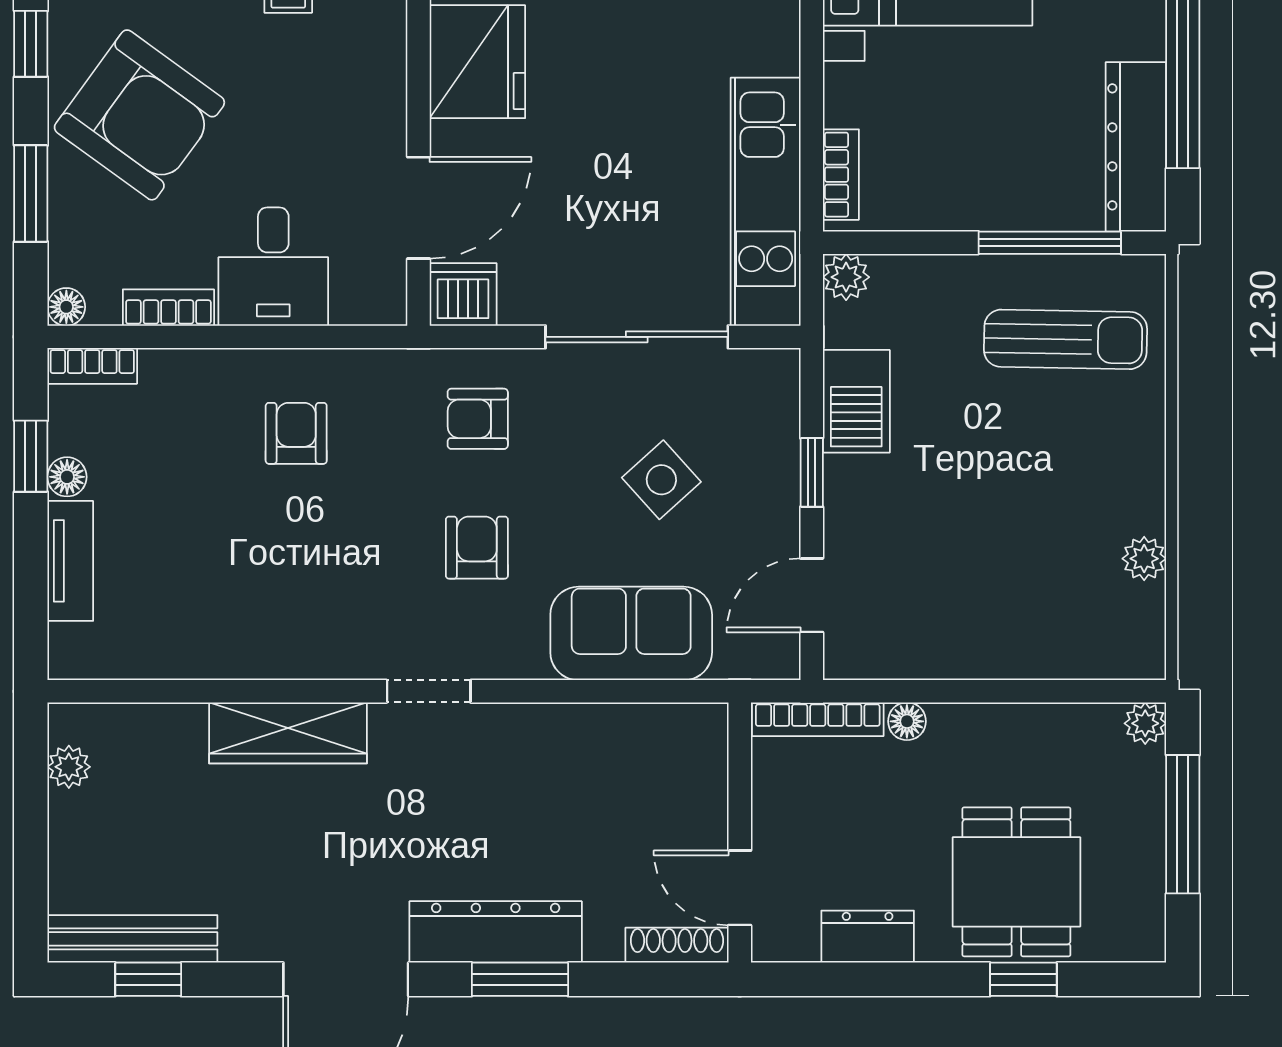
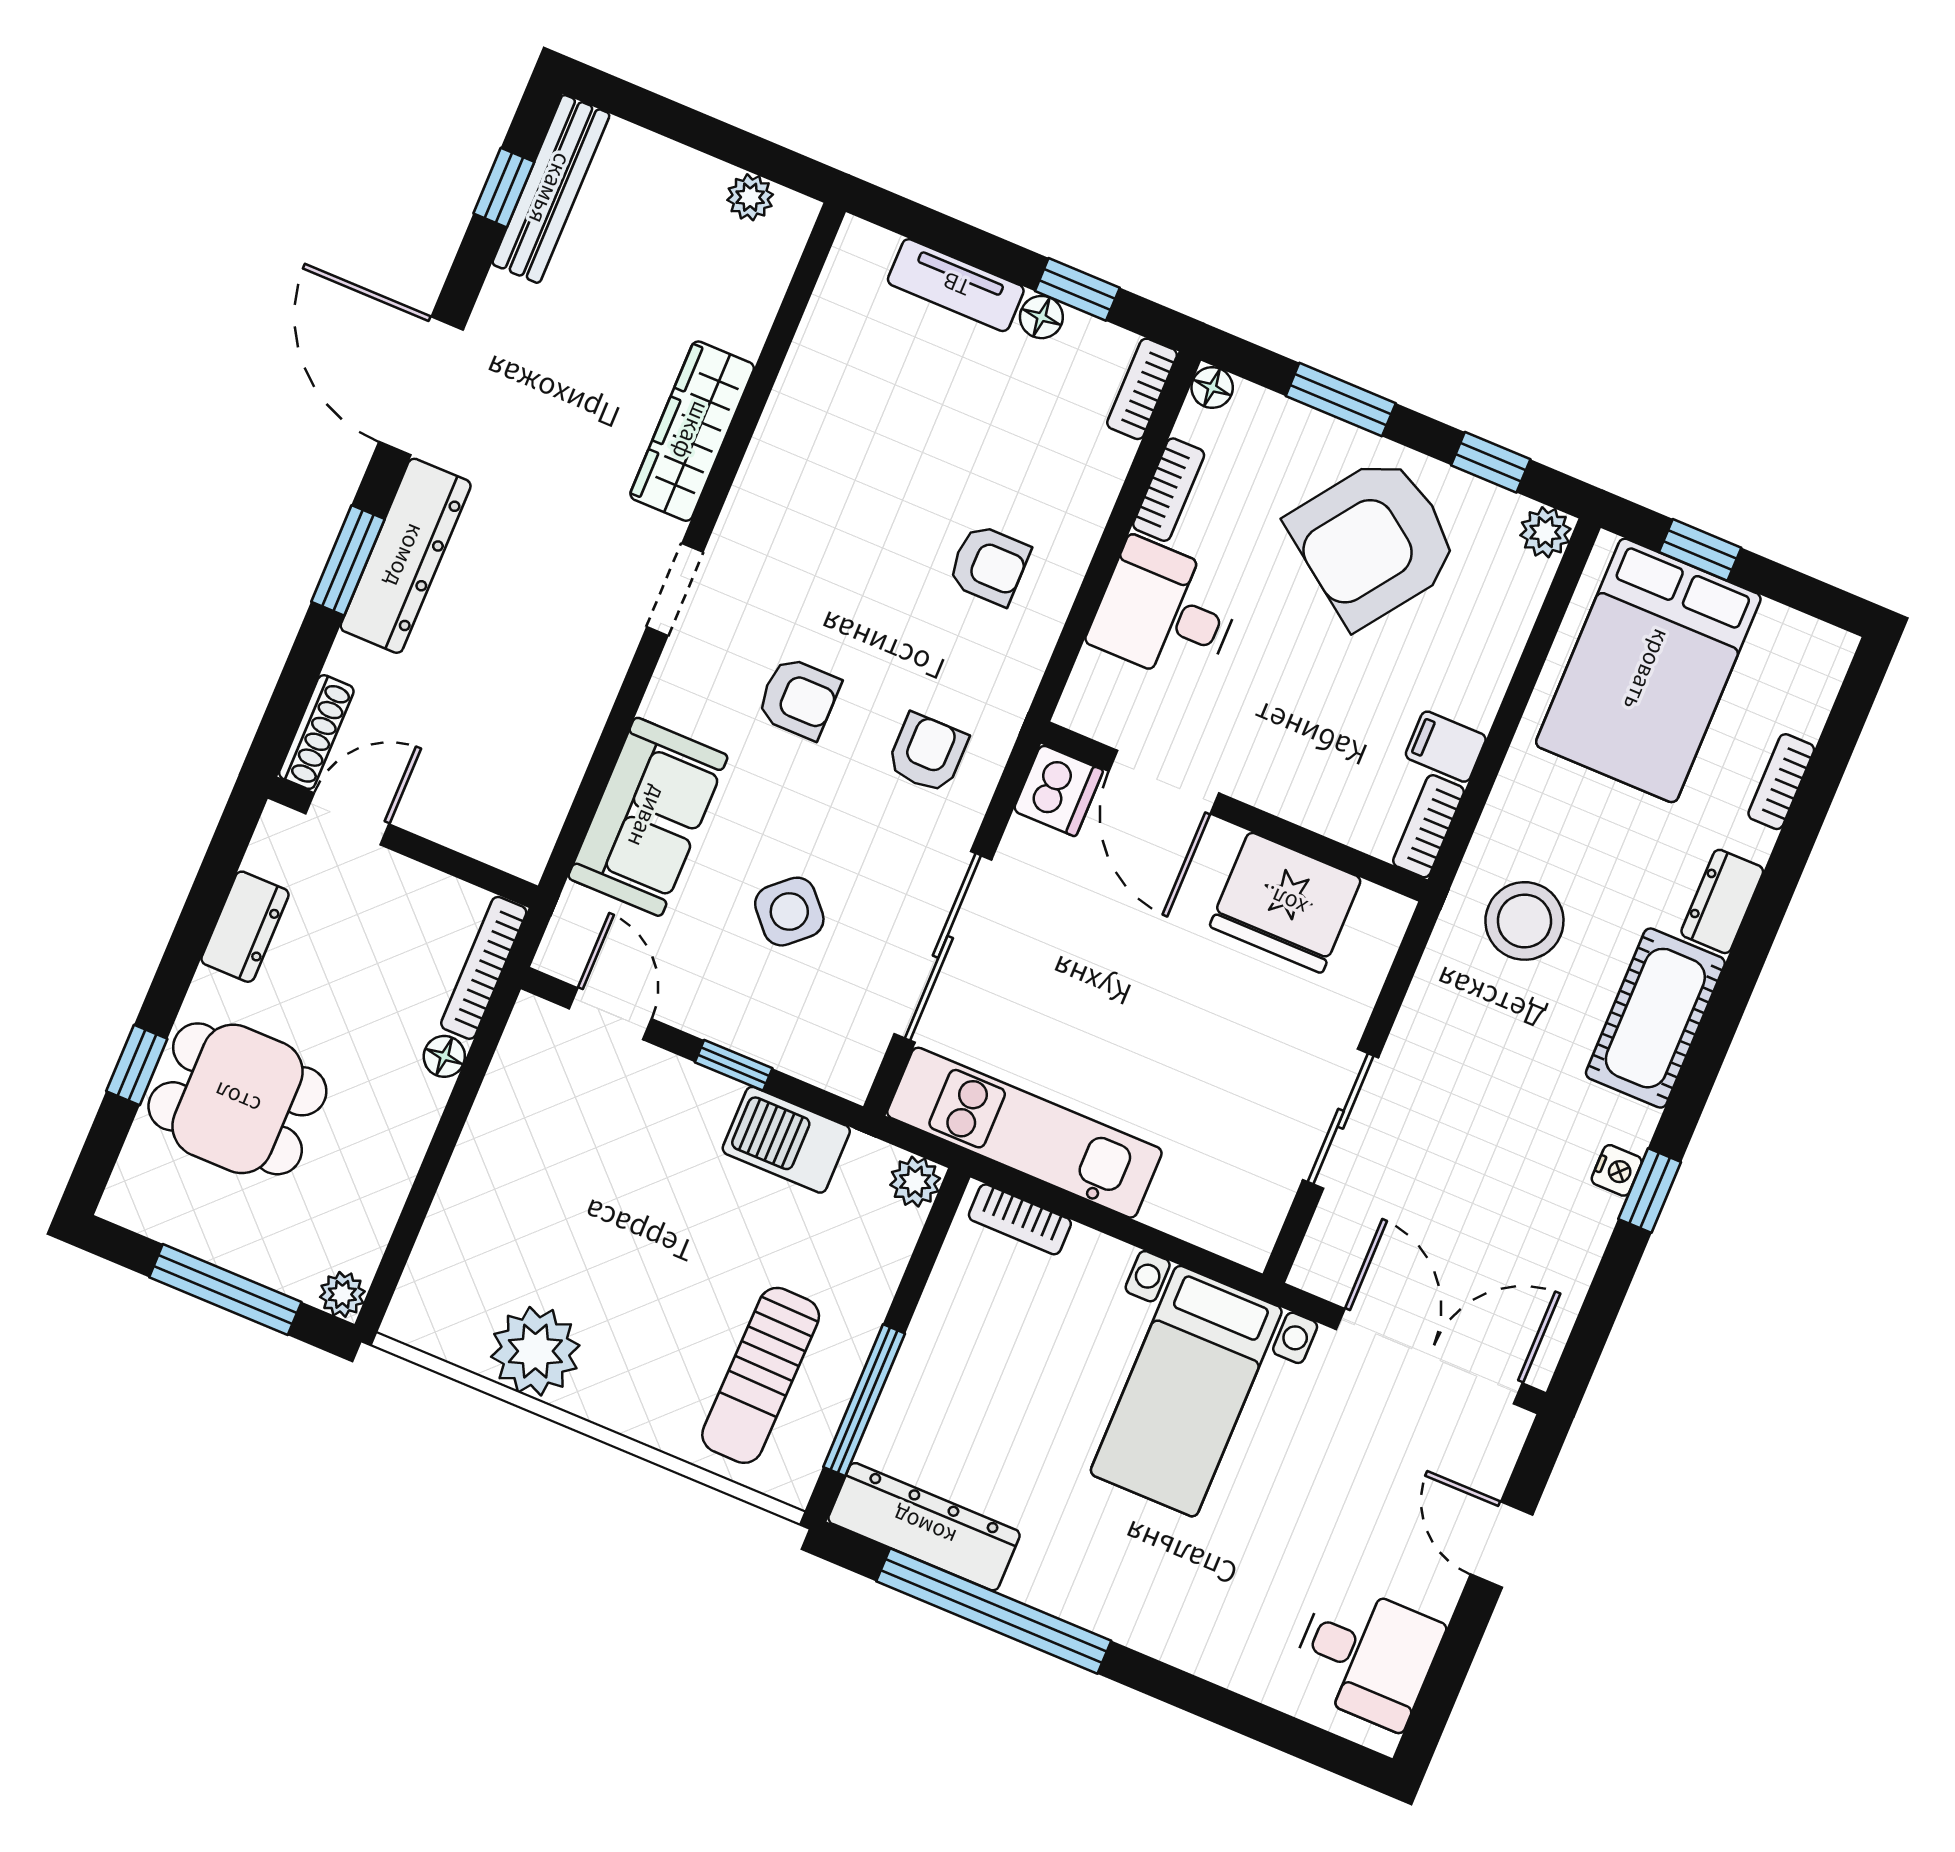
plant: (1144, 559) -> (535, 1351), width x1.88, depth x1.88

